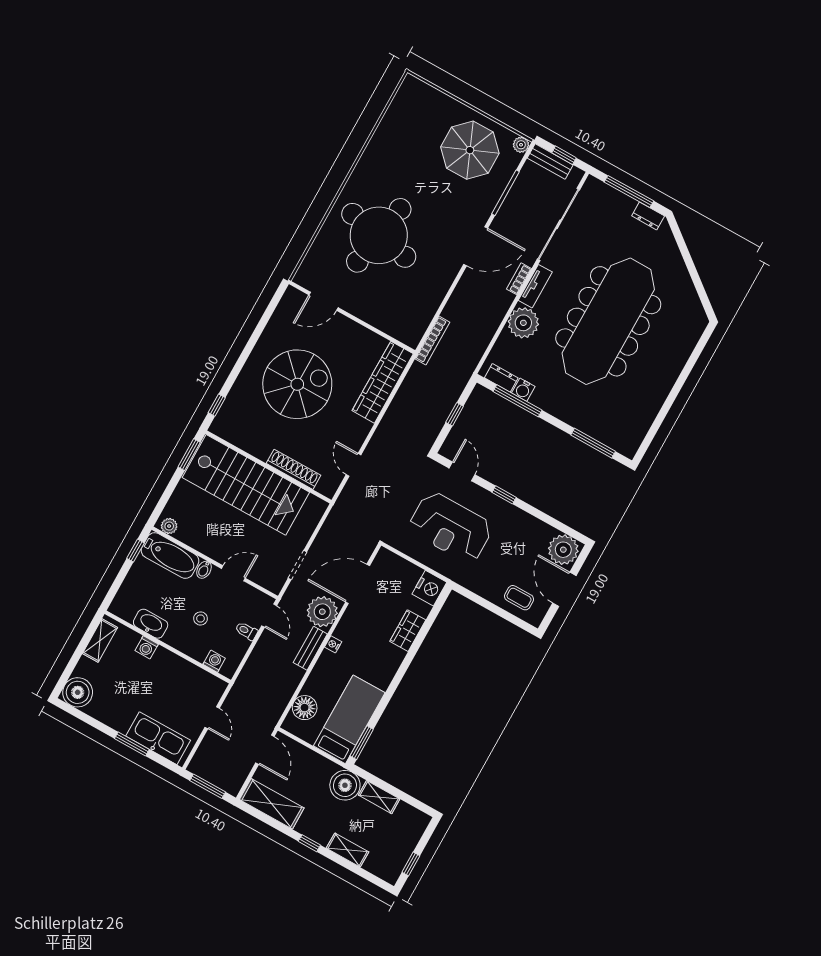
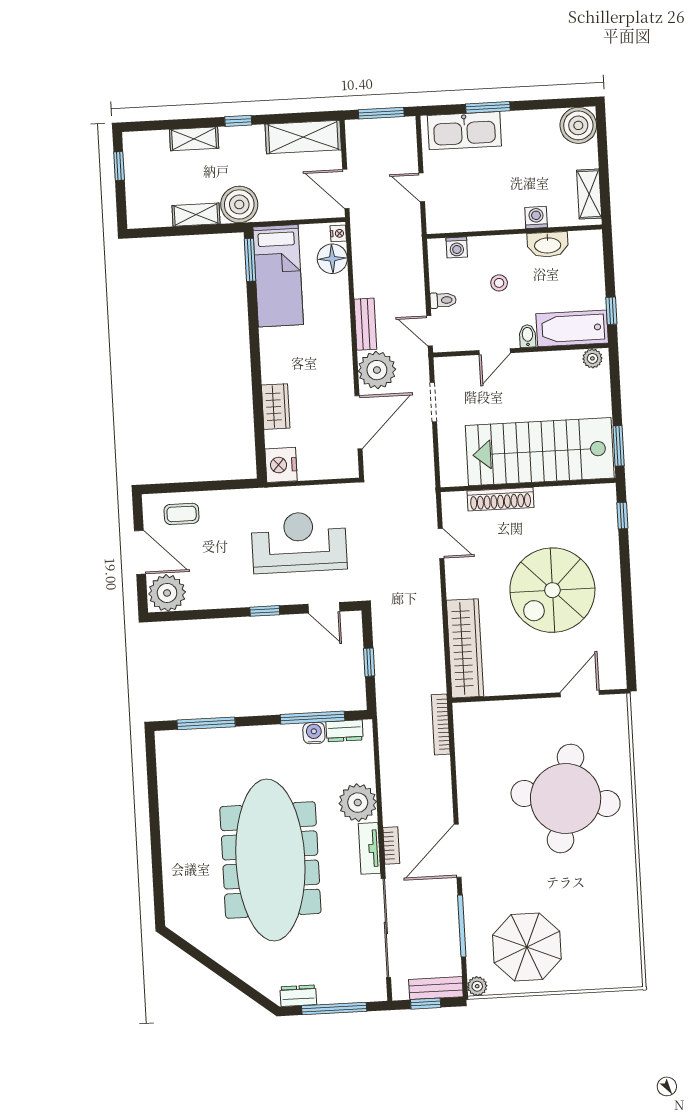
nightstand: (333, 644) -> (338, 233), moved

